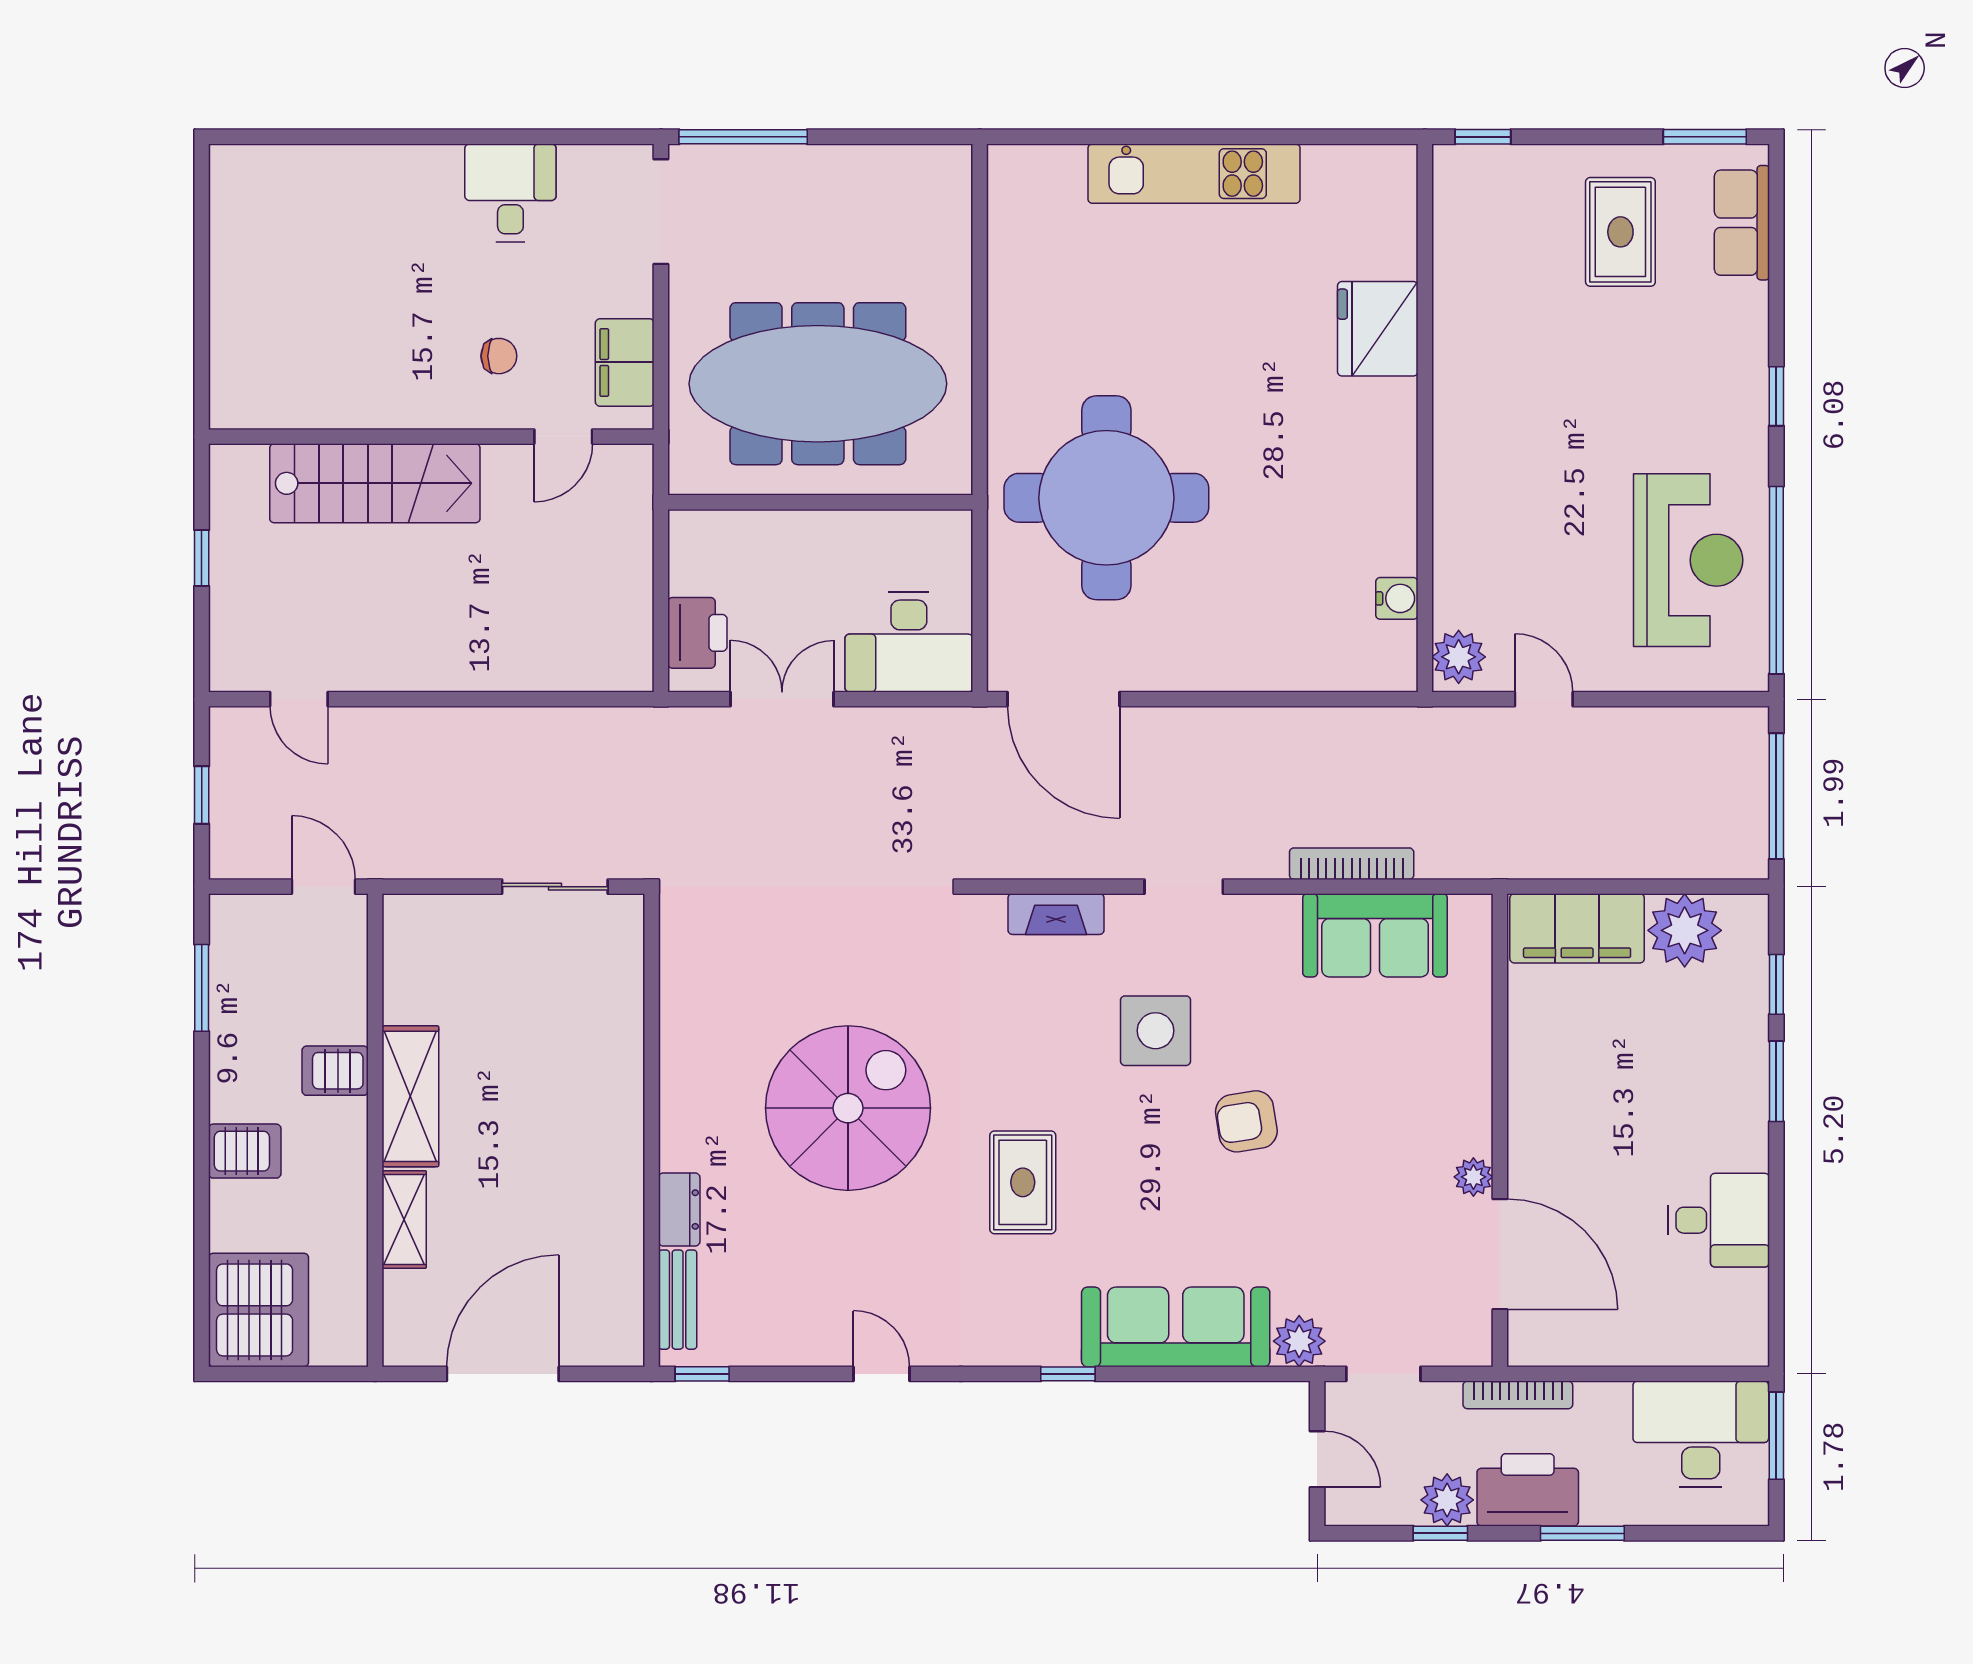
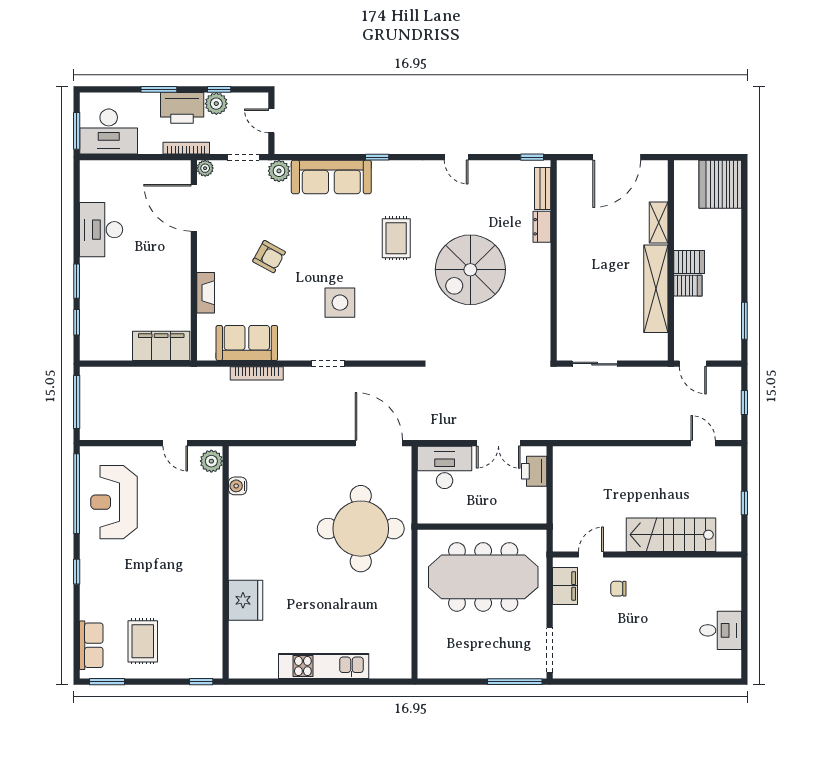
desk: (510, 193) -> (721, 630), moved, turned -90
fireplace: (1056, 914) -> (206, 293), moved, turned 90
plant: (1685, 930) -> (116, 345), removed
shelving: (410, 1096) -> (656, 289), width x1.47
armchair: (1246, 1121) -> (269, 257), moved, turned 38
server rack: (245, 1151) -> (689, 262), moved, turned 180
plant: (1473, 1177) -> (205, 168), moved
desk: (1719, 1220) -> (101, 230), width x1.37

